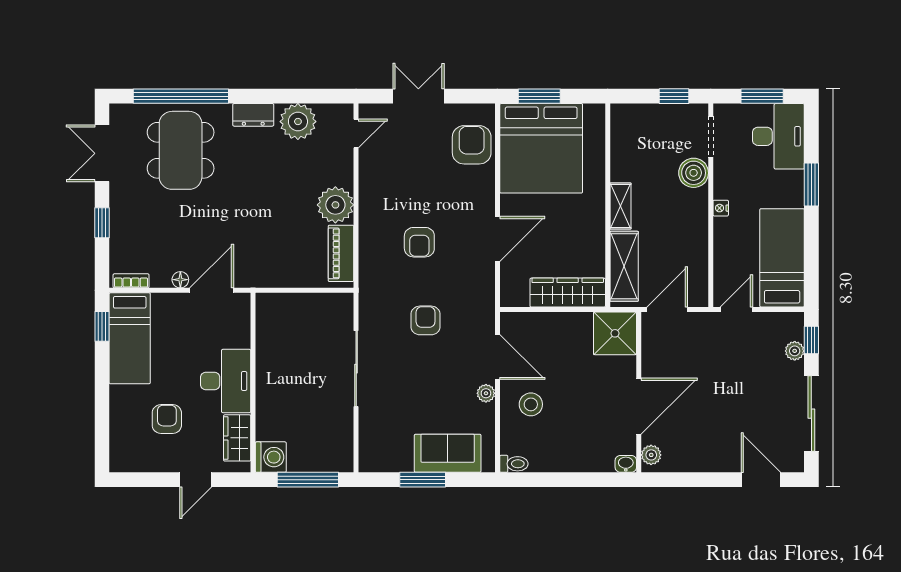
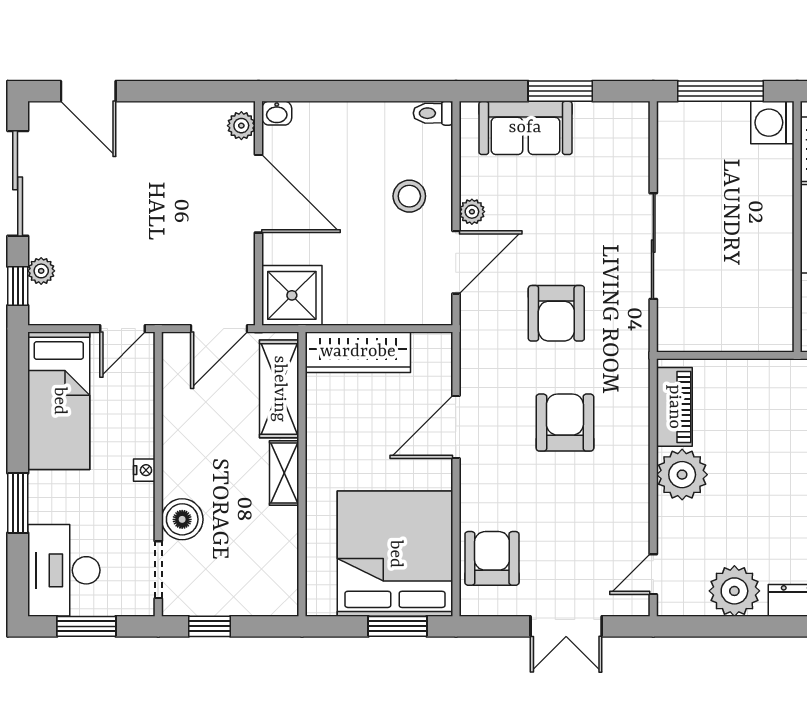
armchair: (472, 145) -> (492, 558), turned 180
armchair: (419, 242) -> (565, 423), width x1.38, depth x1.38
armchair: (426, 320) -> (556, 313), width x1.38, depth x1.38
door: (497, 357) -> (456, 262), swing flipped
door: (639, 406) -> (259, 194), swing flipped

